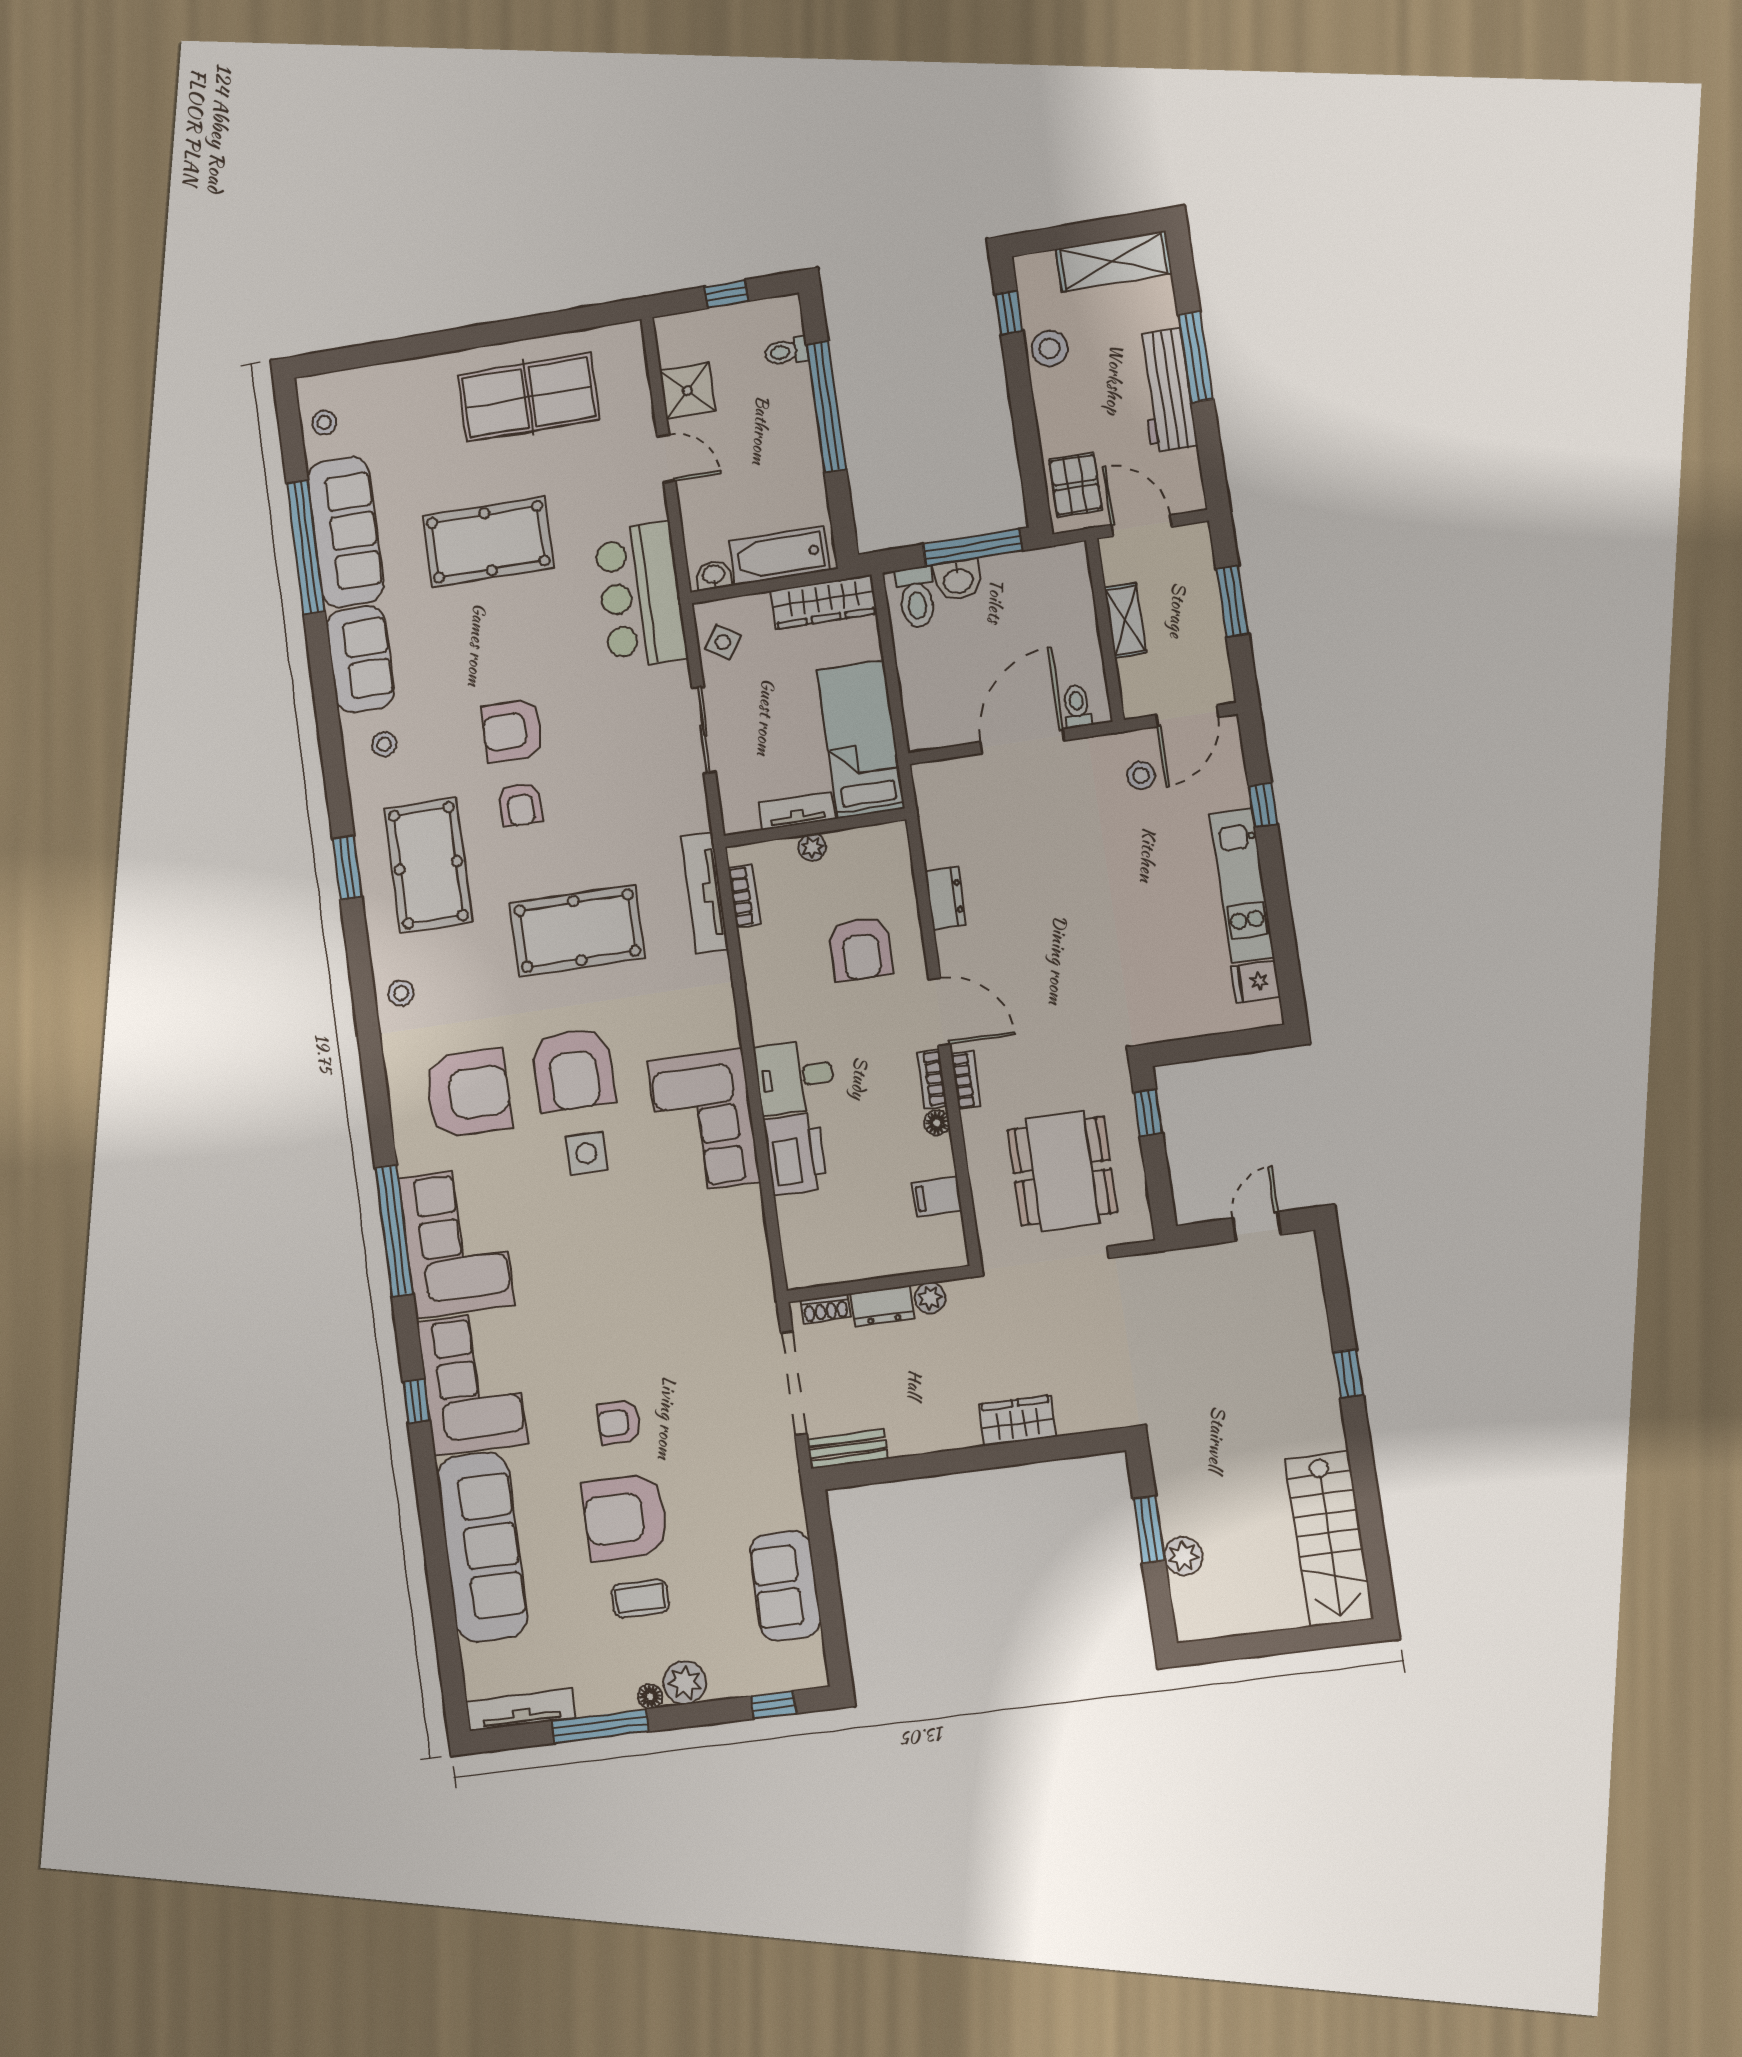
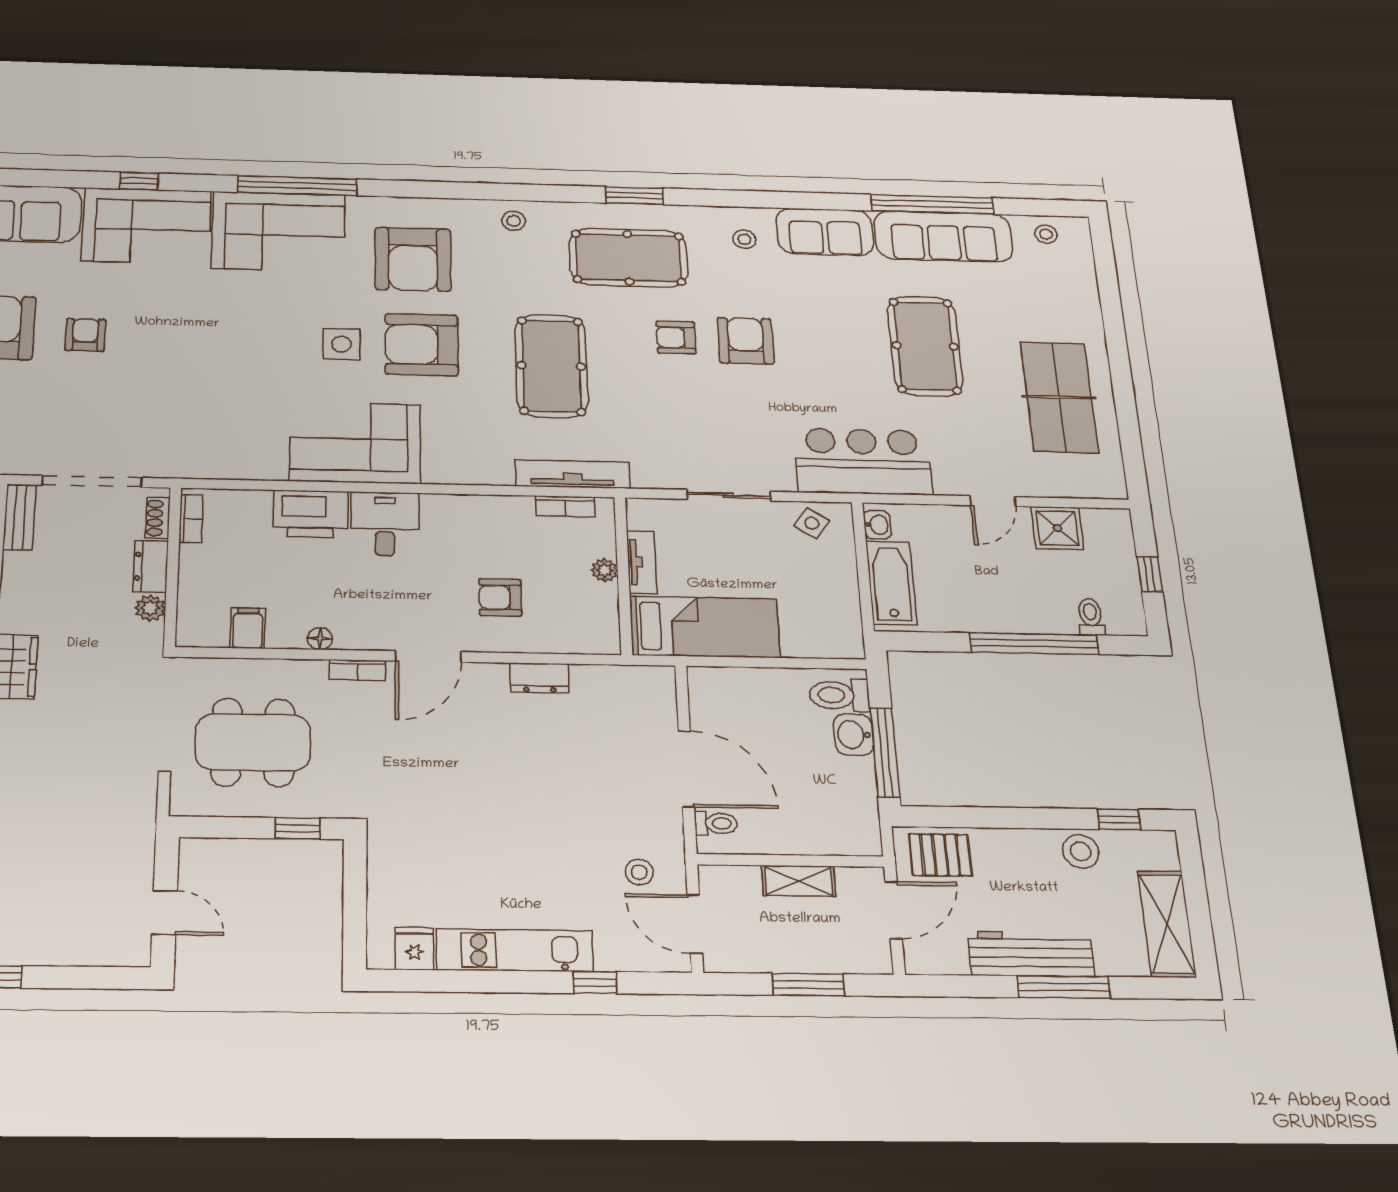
wardrobe: (824, 602) -> (843, 614), removed
armchair: (861, 949) -> (500, 597), width x0.72, depth x0.72
bookcase: (932, 1079) -> (191, 519), moved, turned 90

